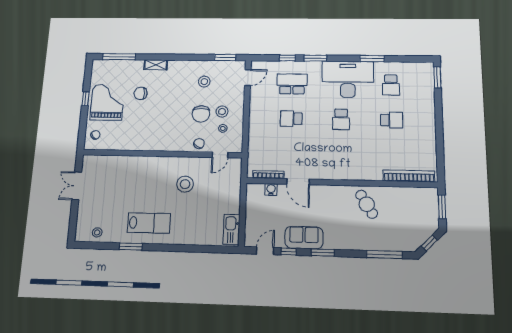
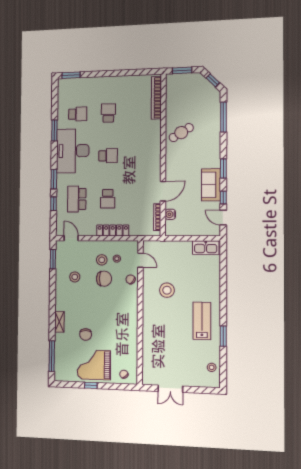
locker: (255, 124) -> (113, 230), added

